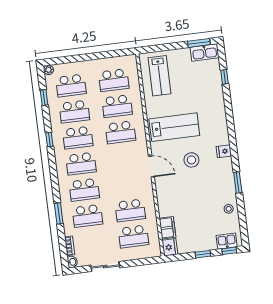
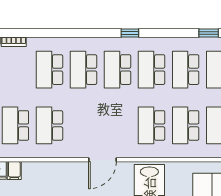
window: (49, 139) -> (130, 33), moved
window: (59, 213) -> (57, 33), removed
filing cabinet: (167, 228) -> (14, 170), width x0.50

